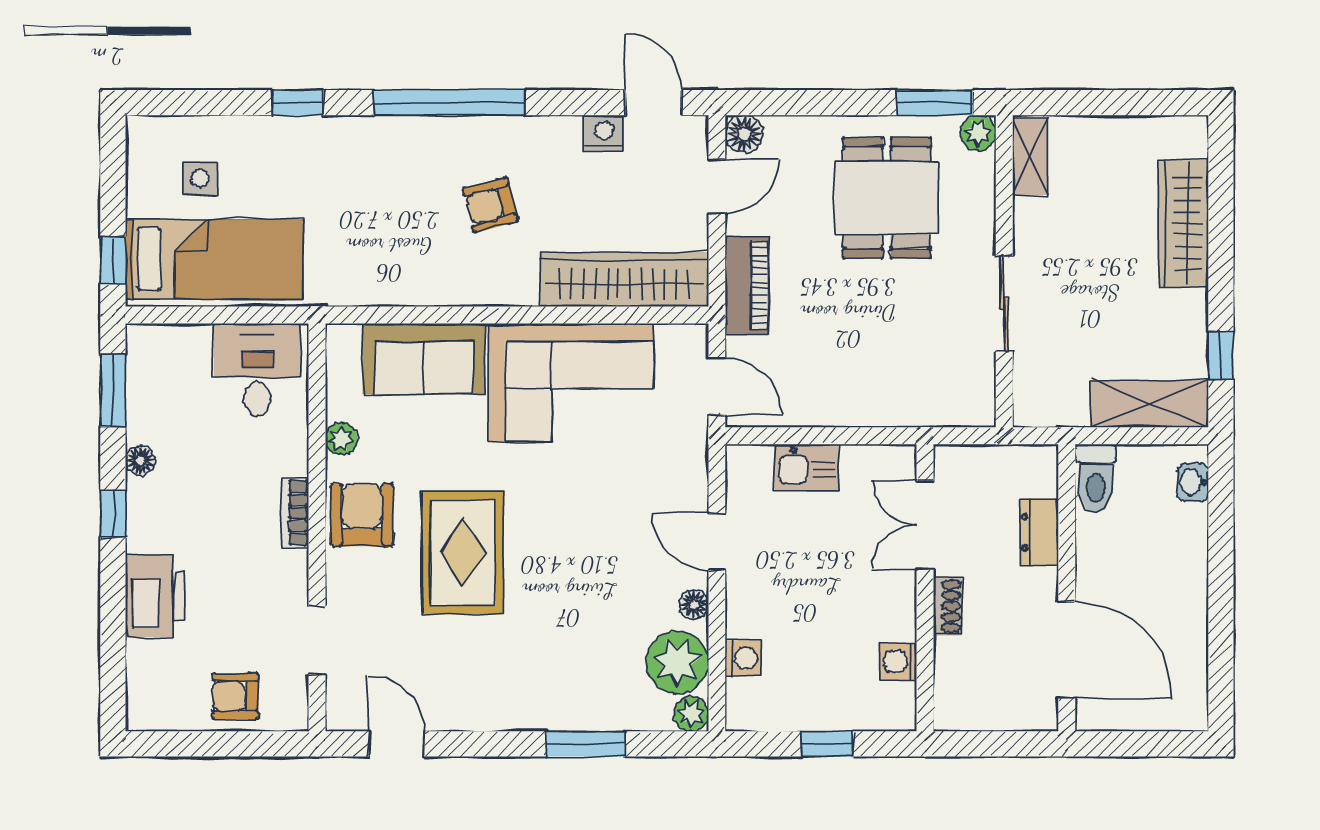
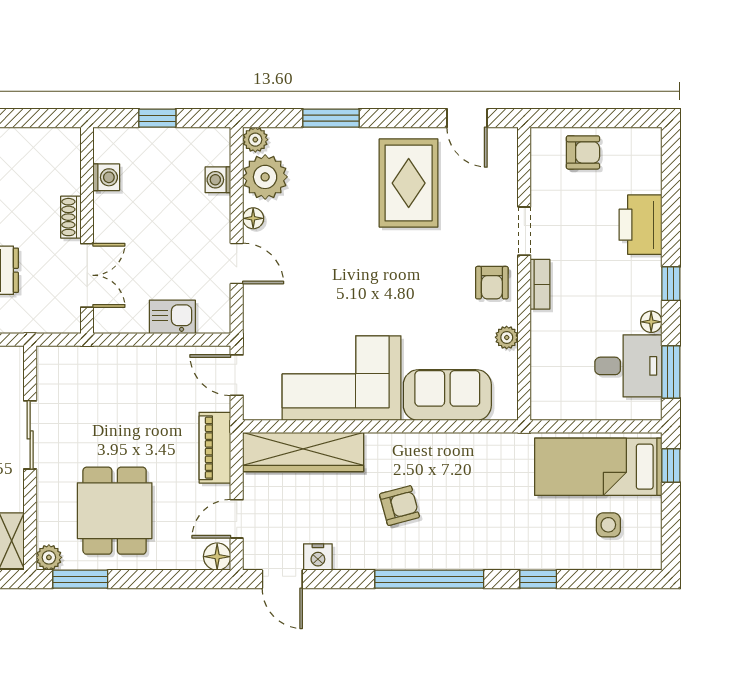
desk: (257, 370) -> (628, 366), moved, turned -90
armchair: (362, 515) -> (492, 283), width x0.72, depth x0.72
rug: (463, 553) -> (409, 183), moved
doorway: (317, 640) -> (524, 231), moved

